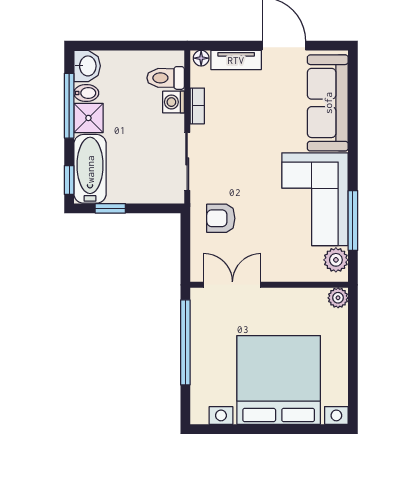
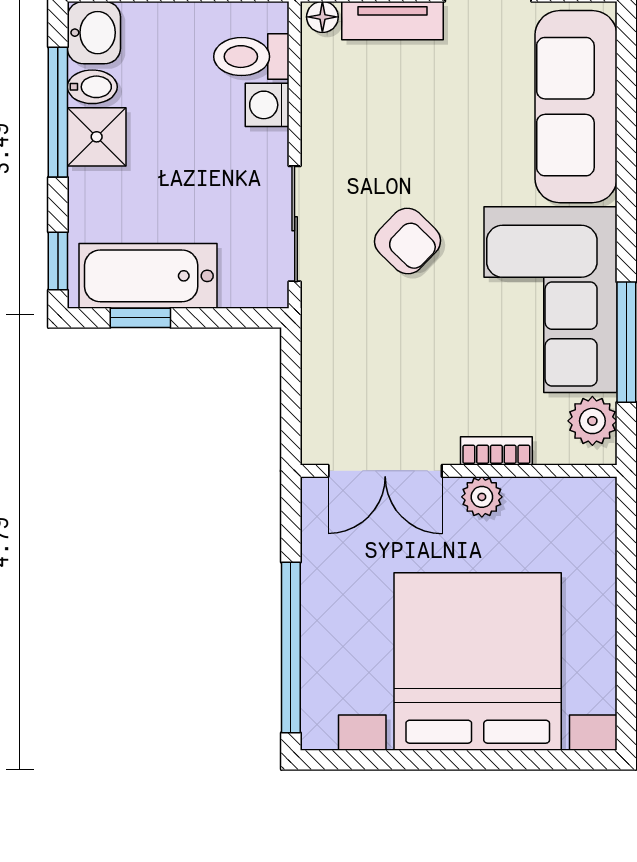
bookcase: (197, 106) -> (496, 451), moved, turned -90
bathtub: (90, 169) -> (148, 276), moved, turned -90
armchair: (221, 218) -> (408, 241), moved, turned -136
double door: (232, 285) -> (385, 471), swing flipped
plant: (338, 298) -> (482, 497), moved
window: (185, 342) -> (291, 648), moved

